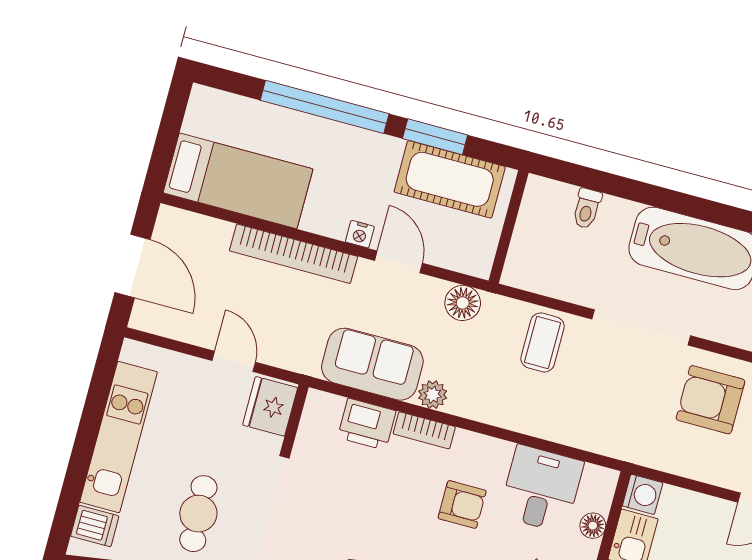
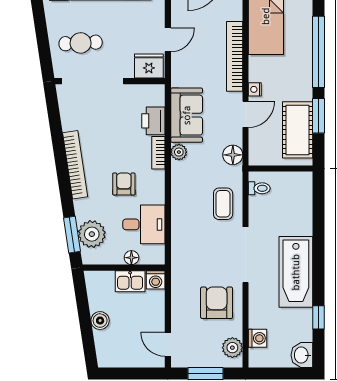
toilet: (587, 208) -> (259, 188), moved, turned 180
coffee table: (543, 342) -> (223, 204), turned 90
armchair: (462, 504) -> (124, 184), turned 180

